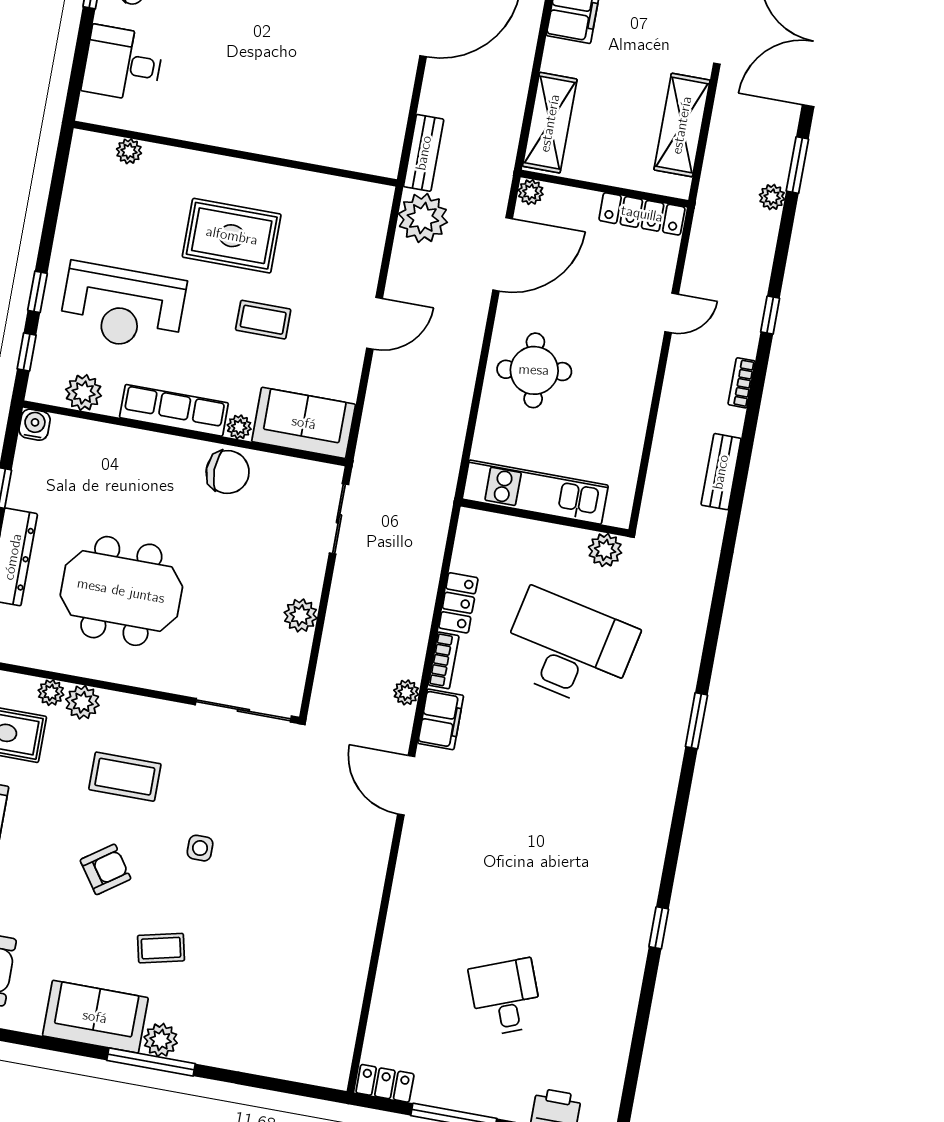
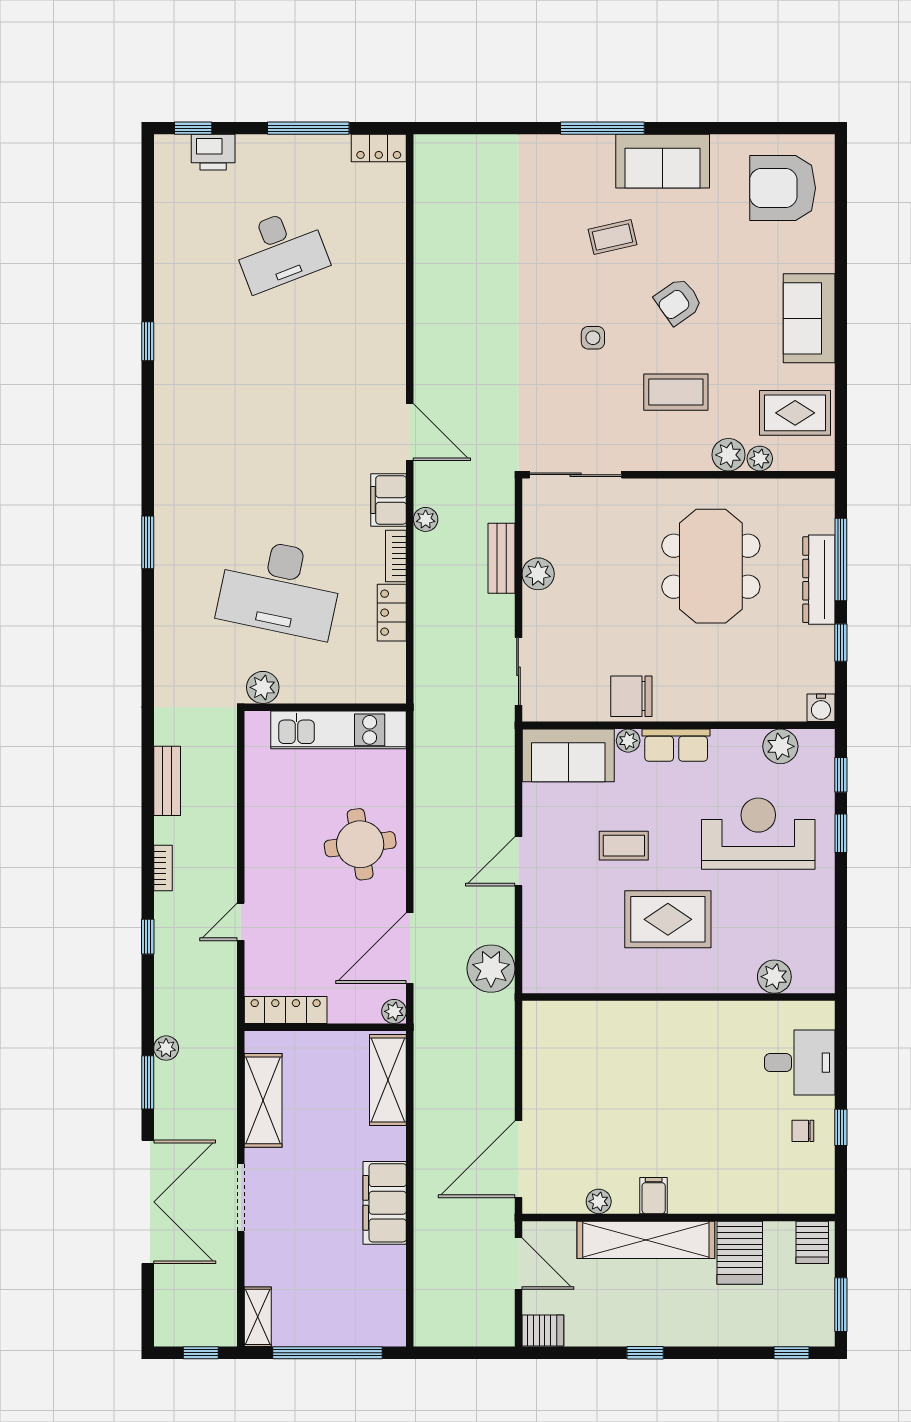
plant: (129, 151) -> (774, 977), width x1.38, depth x1.38
bench: (424, 153) -> (501, 558), moved
row of seats: (174, 410) -> (676, 745), width x0.68
meeting table: (121, 591) -> (711, 566), turned 90
desk: (506, 997) -> (280, 250), width x1.37
plant: (161, 1040) -> (597, 150), removed

